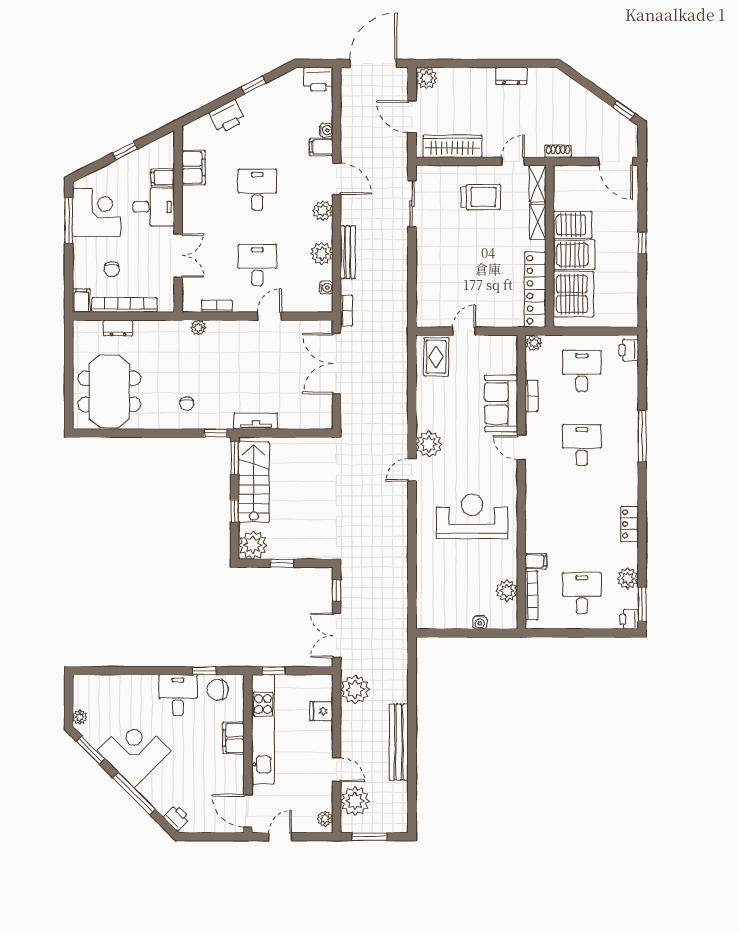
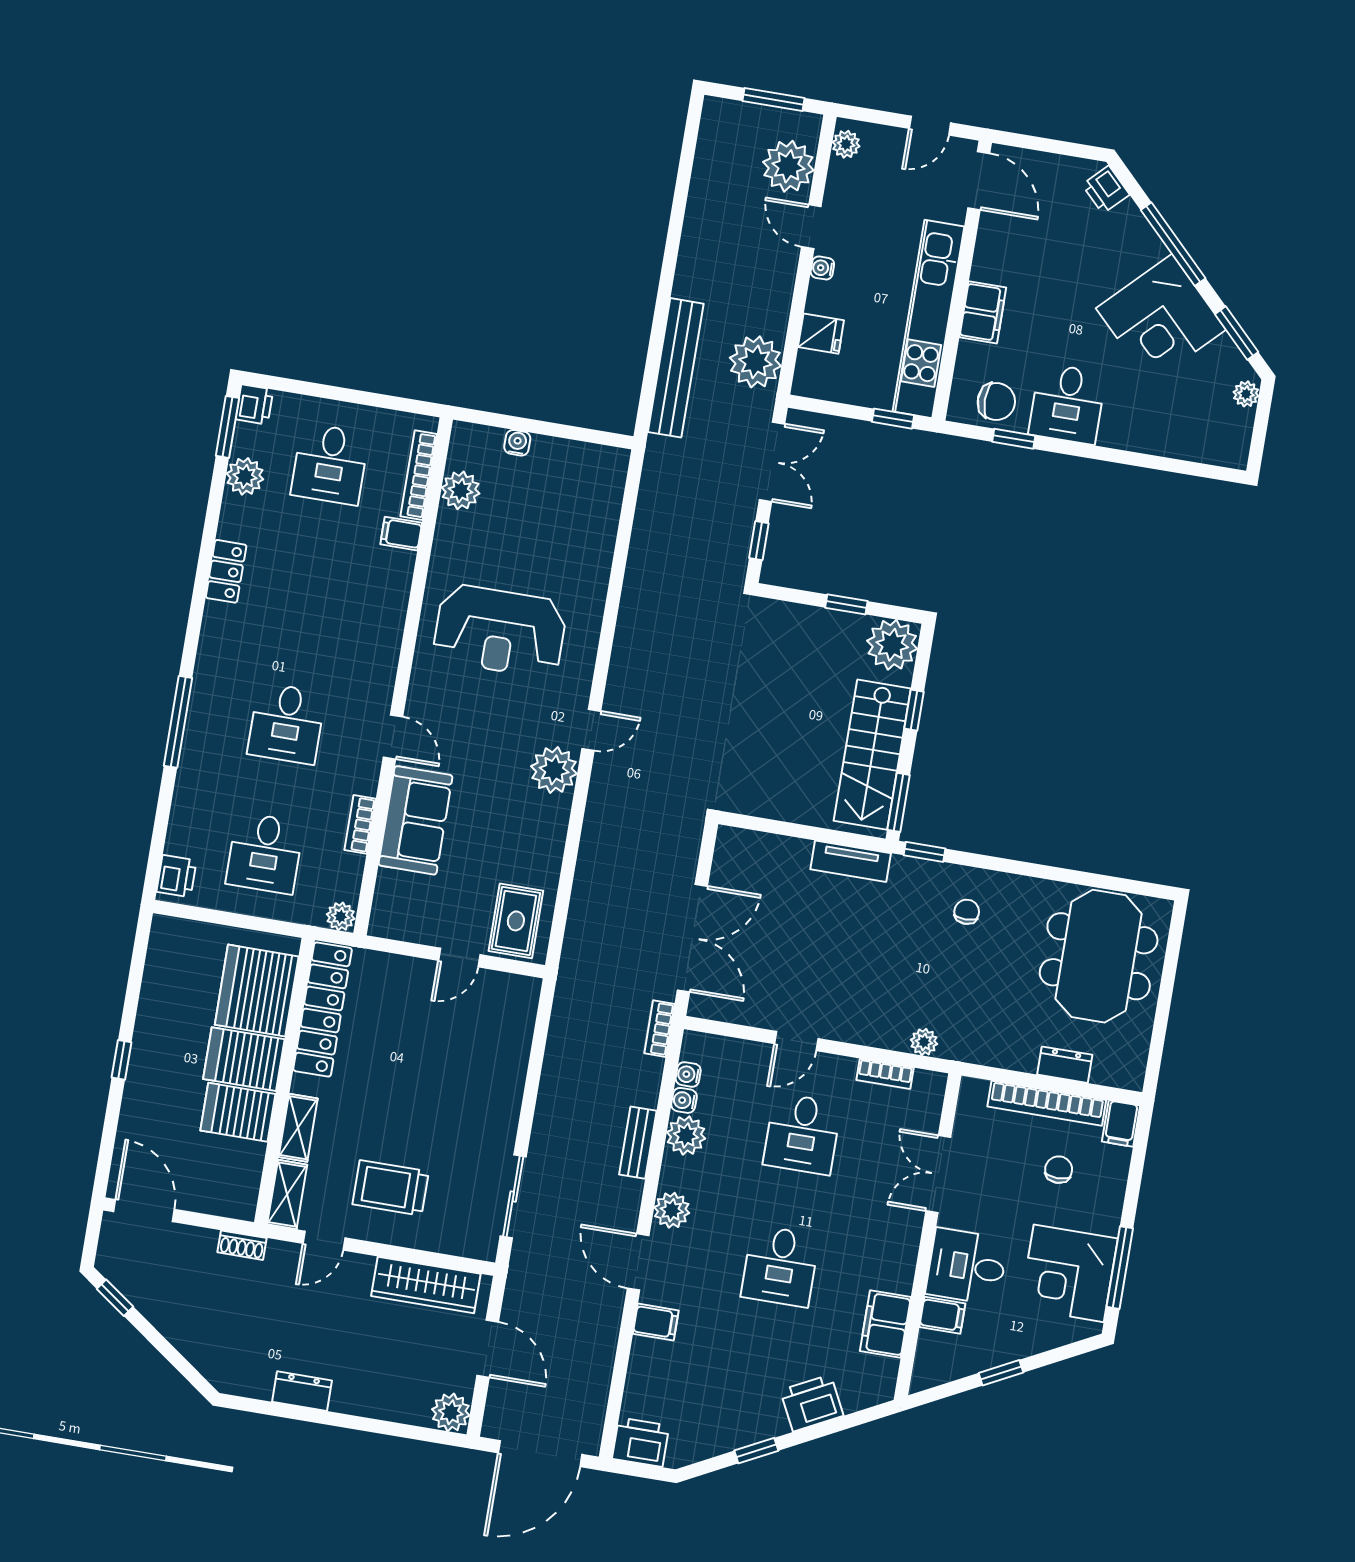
water cooler: (326, 130) -> (684, 1100), moved
bench: (348, 252) -> (638, 1143), width x0.73
bench: (399, 742) -> (676, 368), moved
water cooler: (327, 748) -> (822, 268), added

